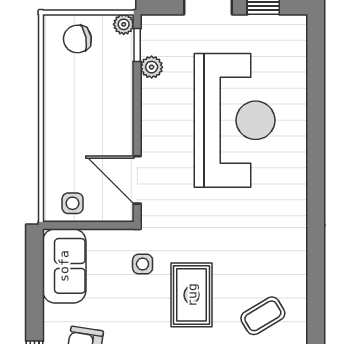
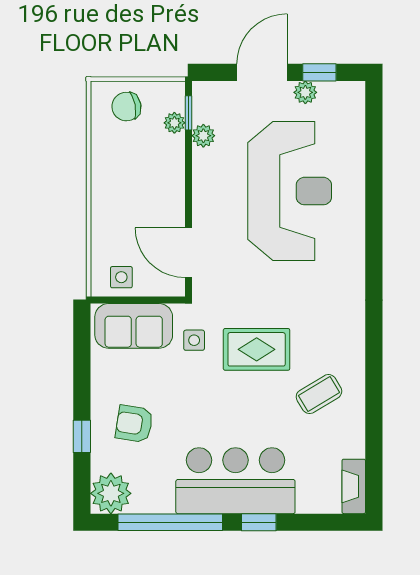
plant: (124, 24) -> (174, 123), moved
plant: (250, 25) -> (305, 92), added
sofa: (64, 266) -> (134, 326), moved, turned 90
rug: (192, 295) -> (257, 349), moved, turned 90

